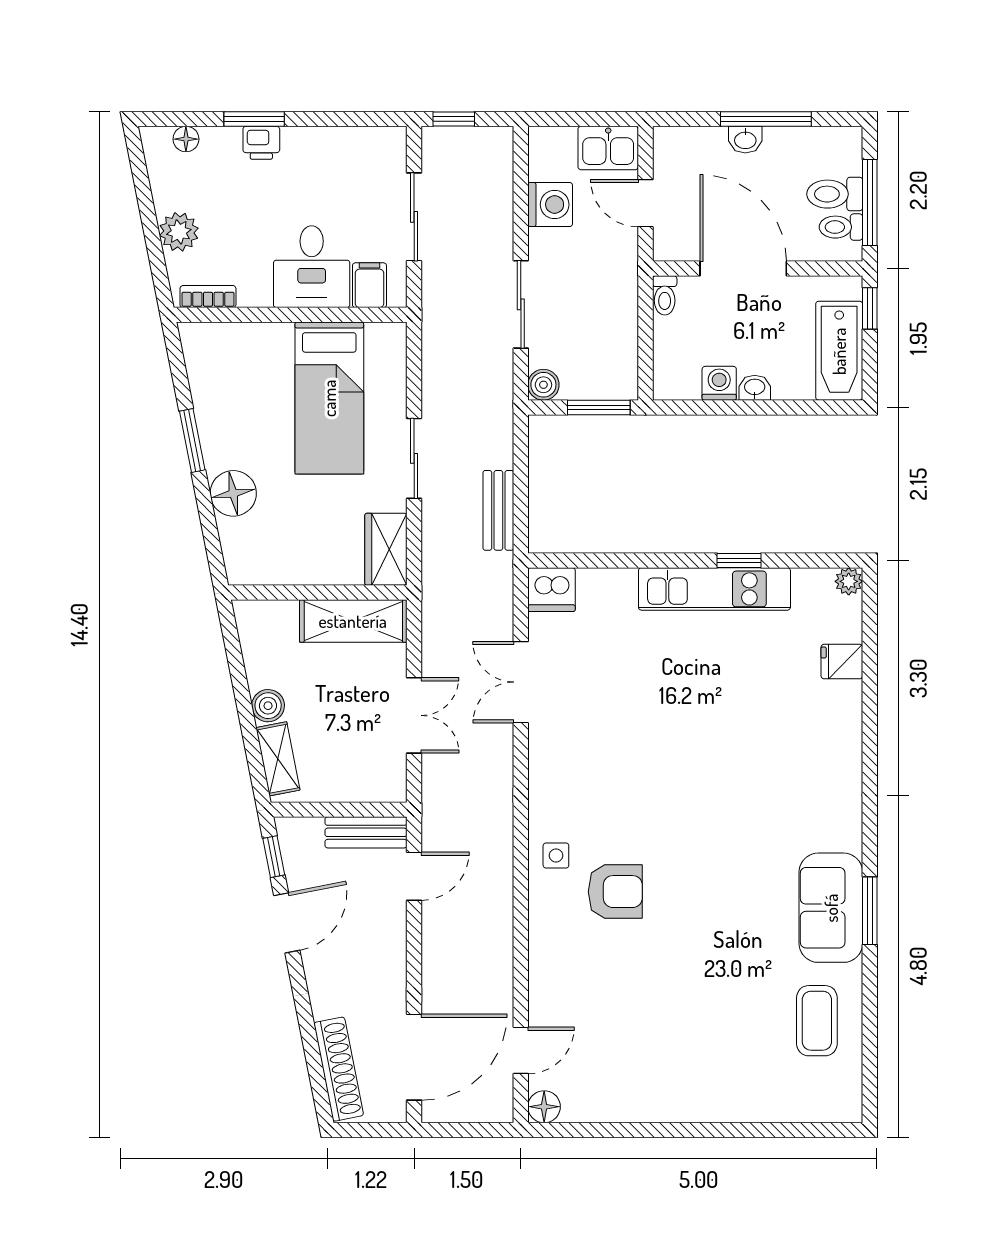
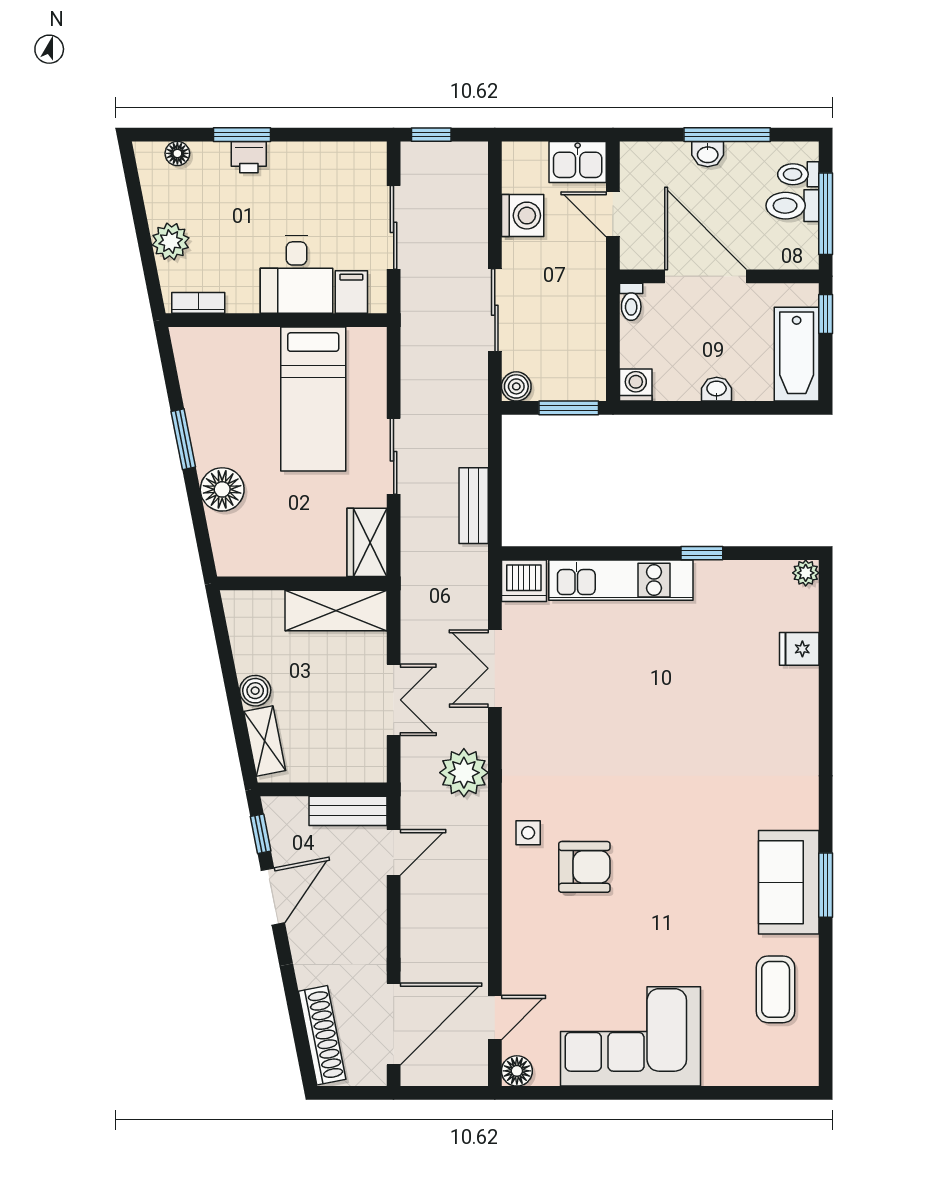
toilet: (841, 227) -> (798, 174), moved
washing machine: (719, 383) -> (636, 385), moved
kitchen unit: (714, 589) -> (621, 580), moved
plant: (488, 792) -> (464, 773), added
corner sofa: (664, 1070) -> (630, 1036), added

